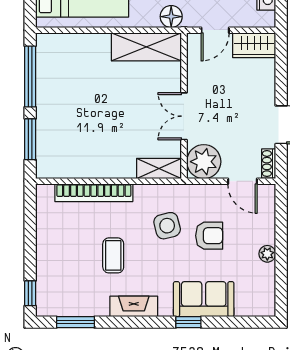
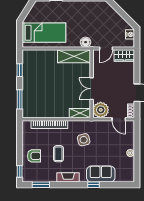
window: (30, 77) -> (20, 70), width x0.46
armchair: (209, 236) -> (34, 156), moved

